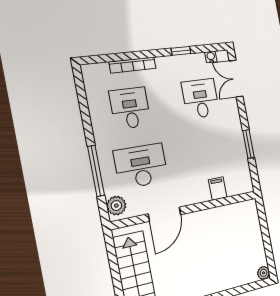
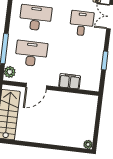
desk: (130, 108) -> (36, 18), width x1.37
filing cabinet: (218, 189) -> (70, 81), width x2.00

